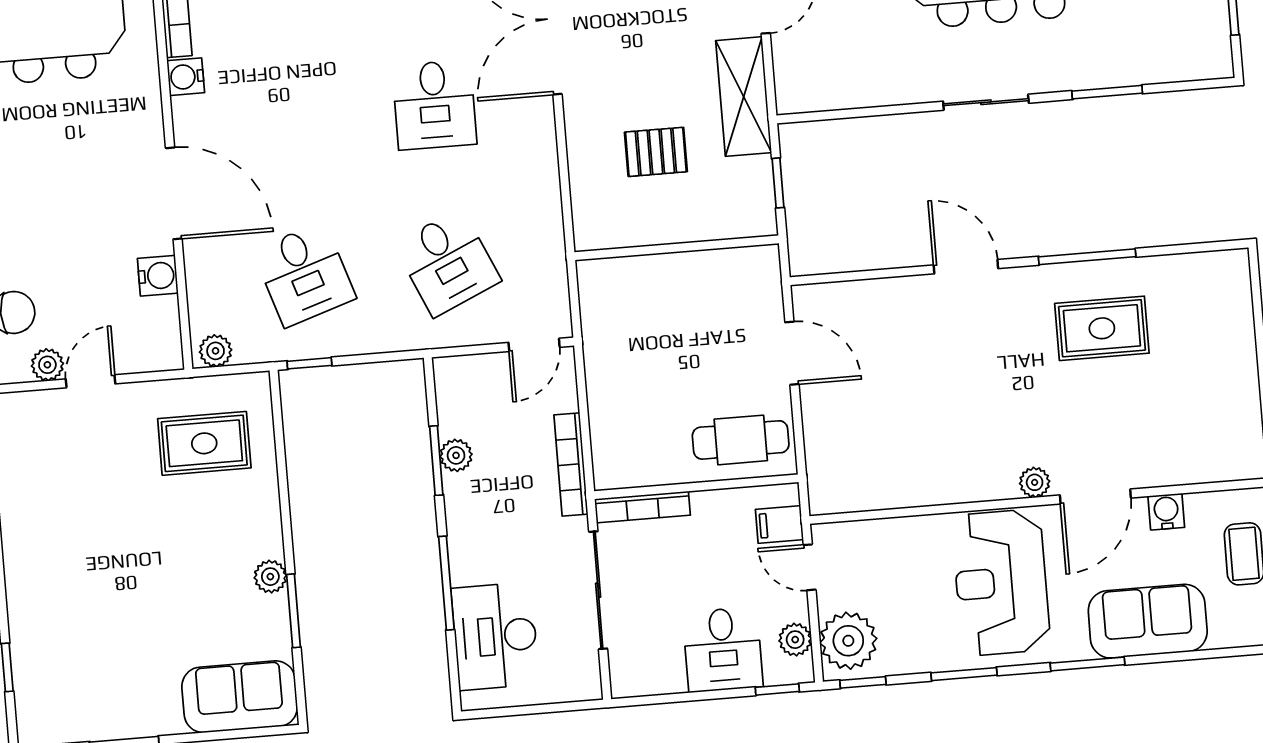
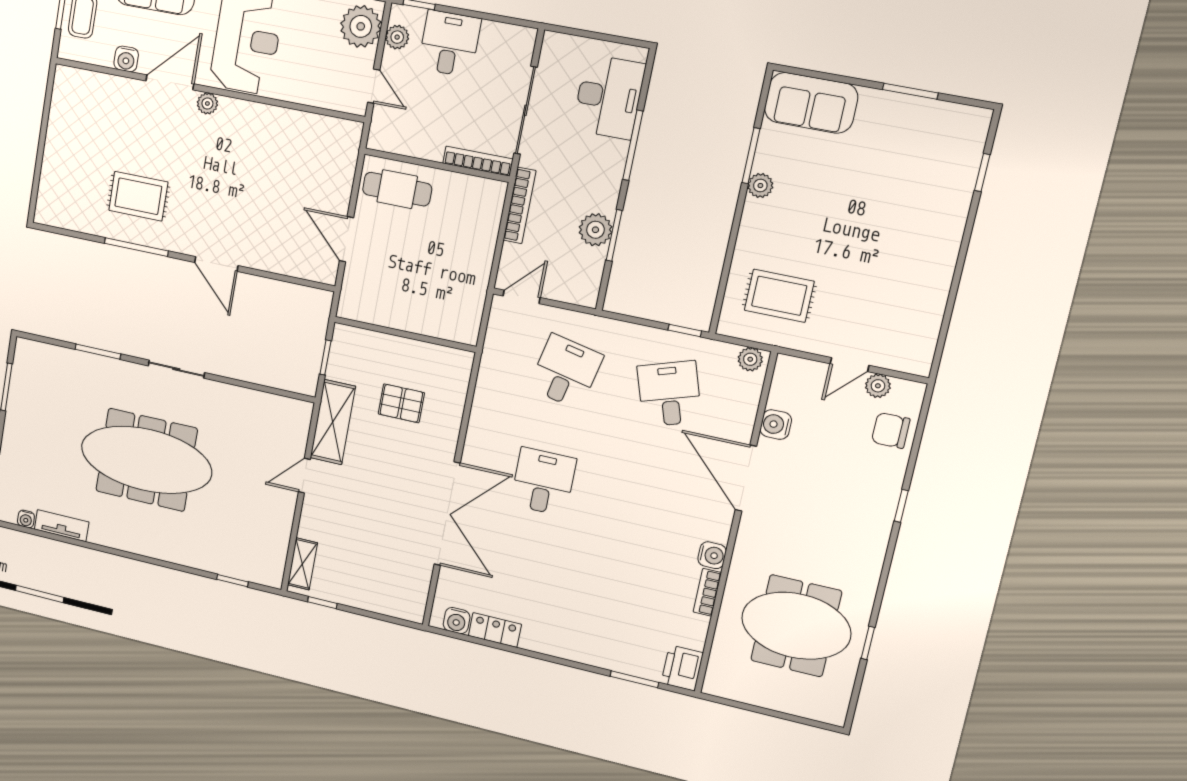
desk: (447, 263) -> (566, 372), turned 36
plant: (456, 455) -> (595, 230), width x1.38, depth x1.38
filing cabinet: (779, 525) -> (386, 122), removed

